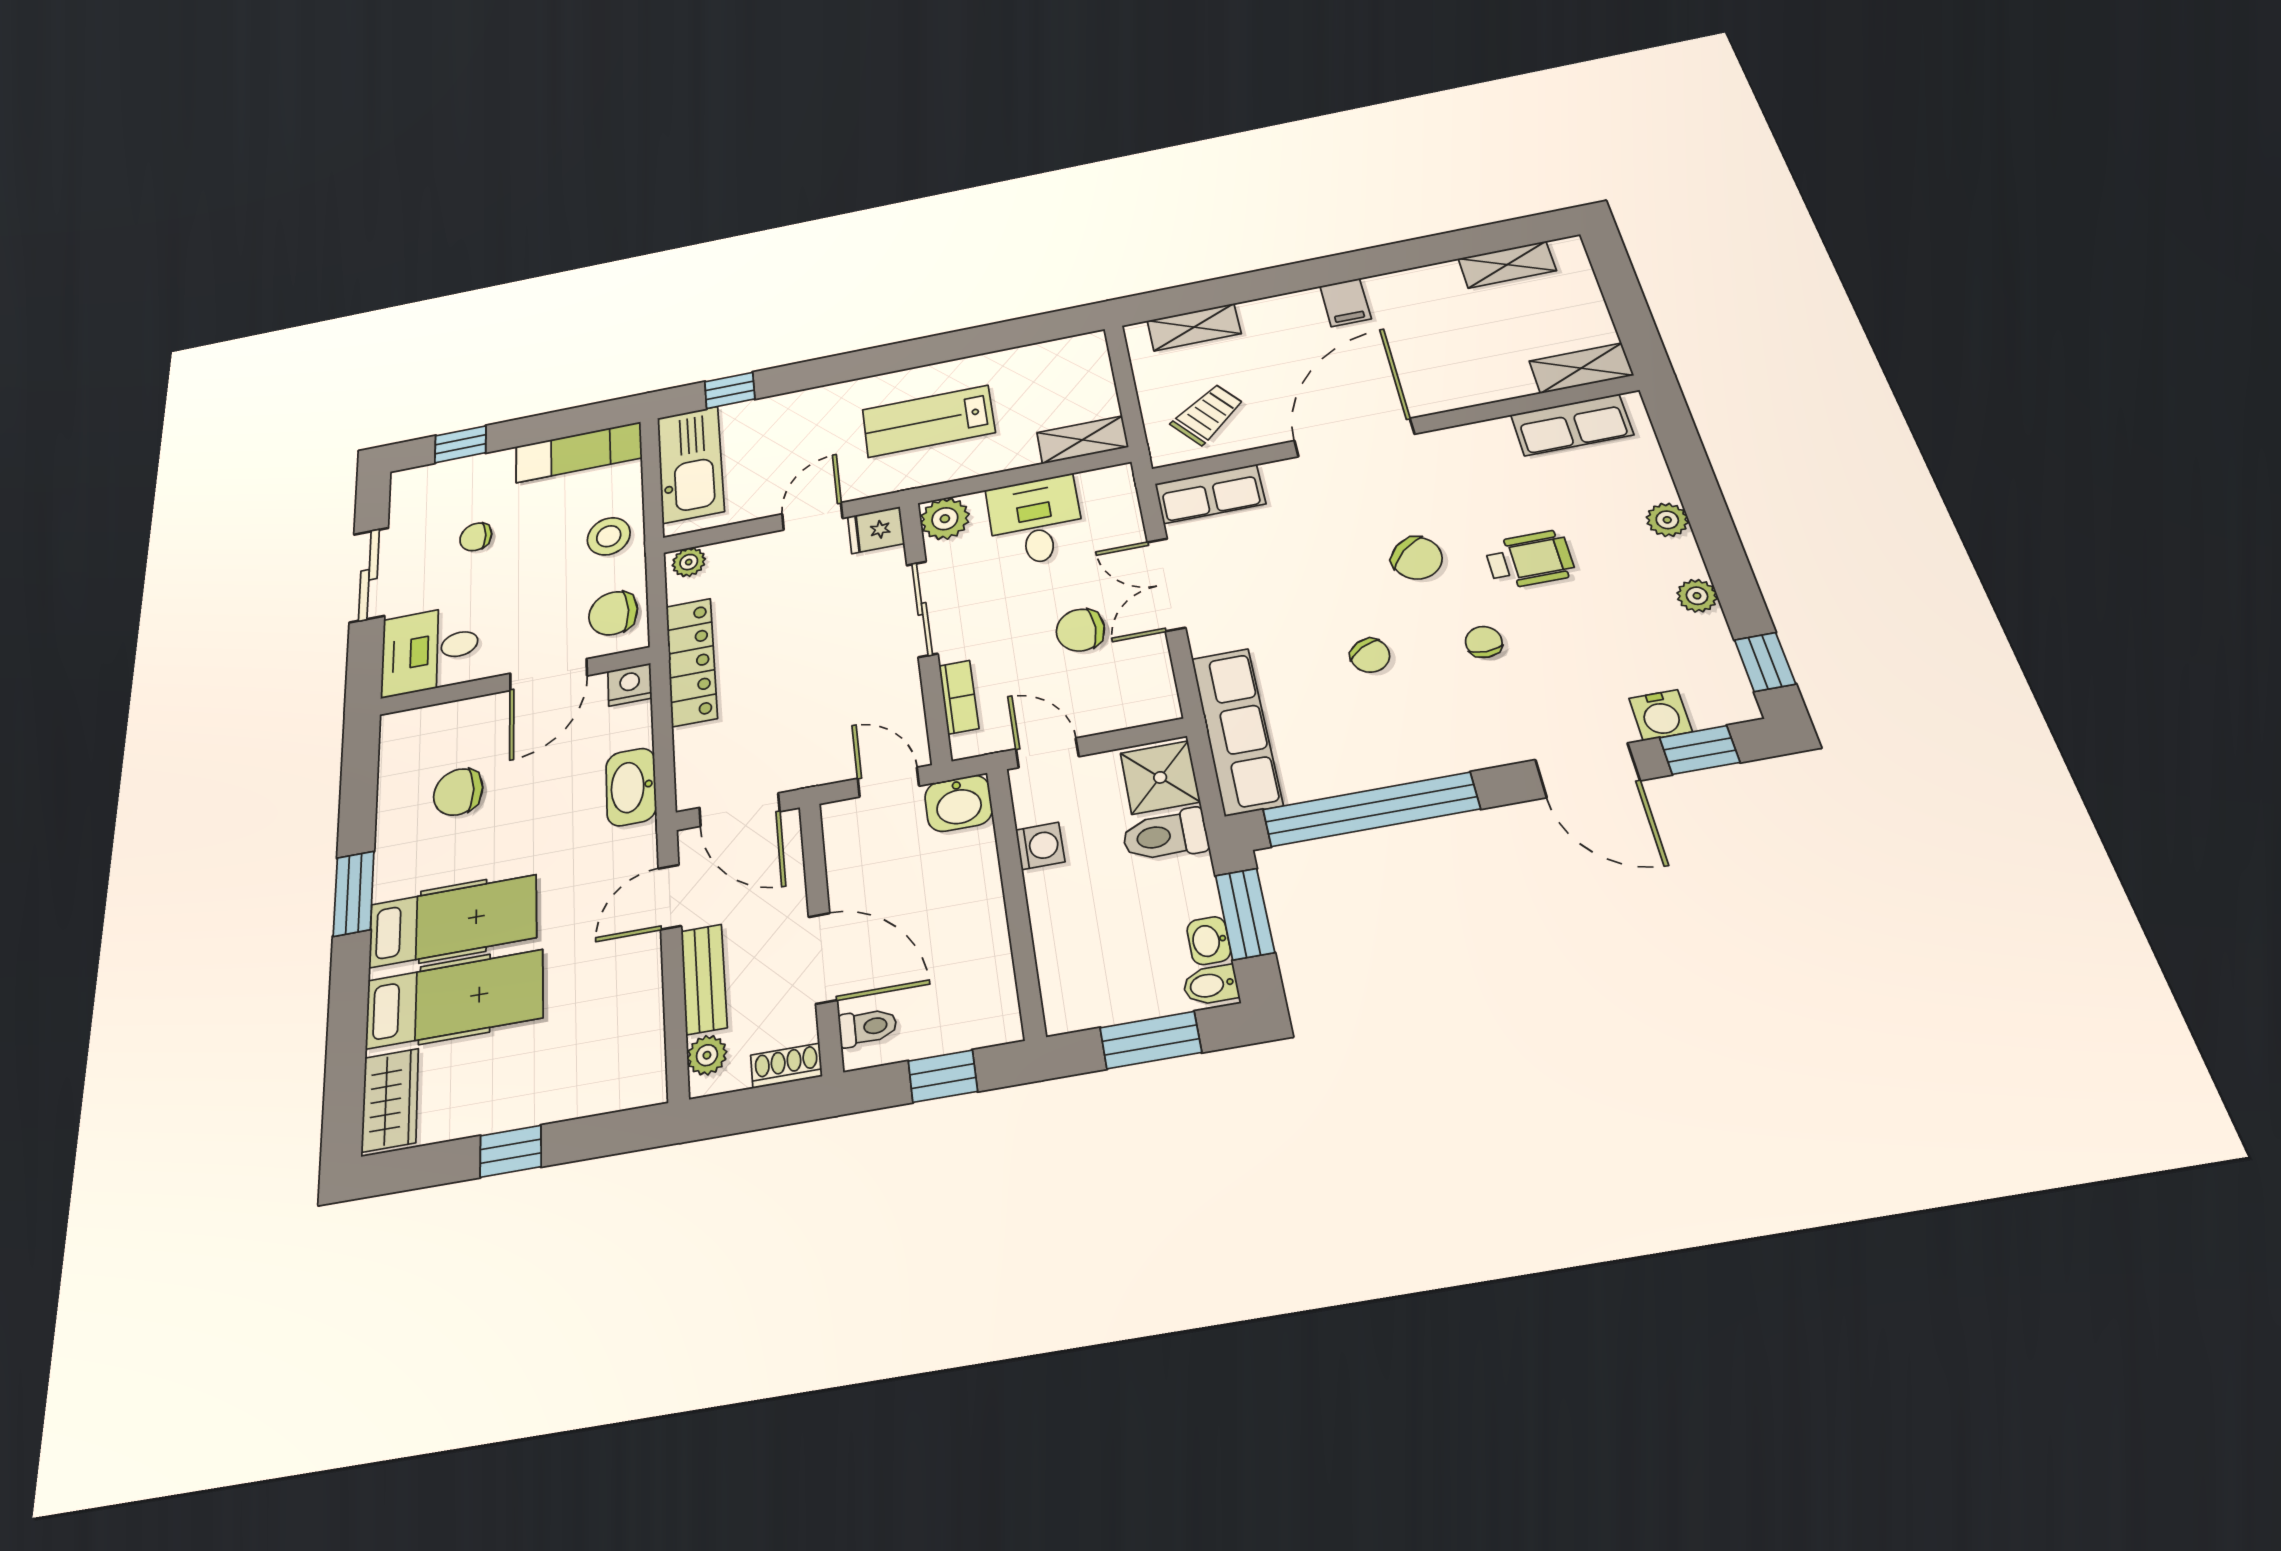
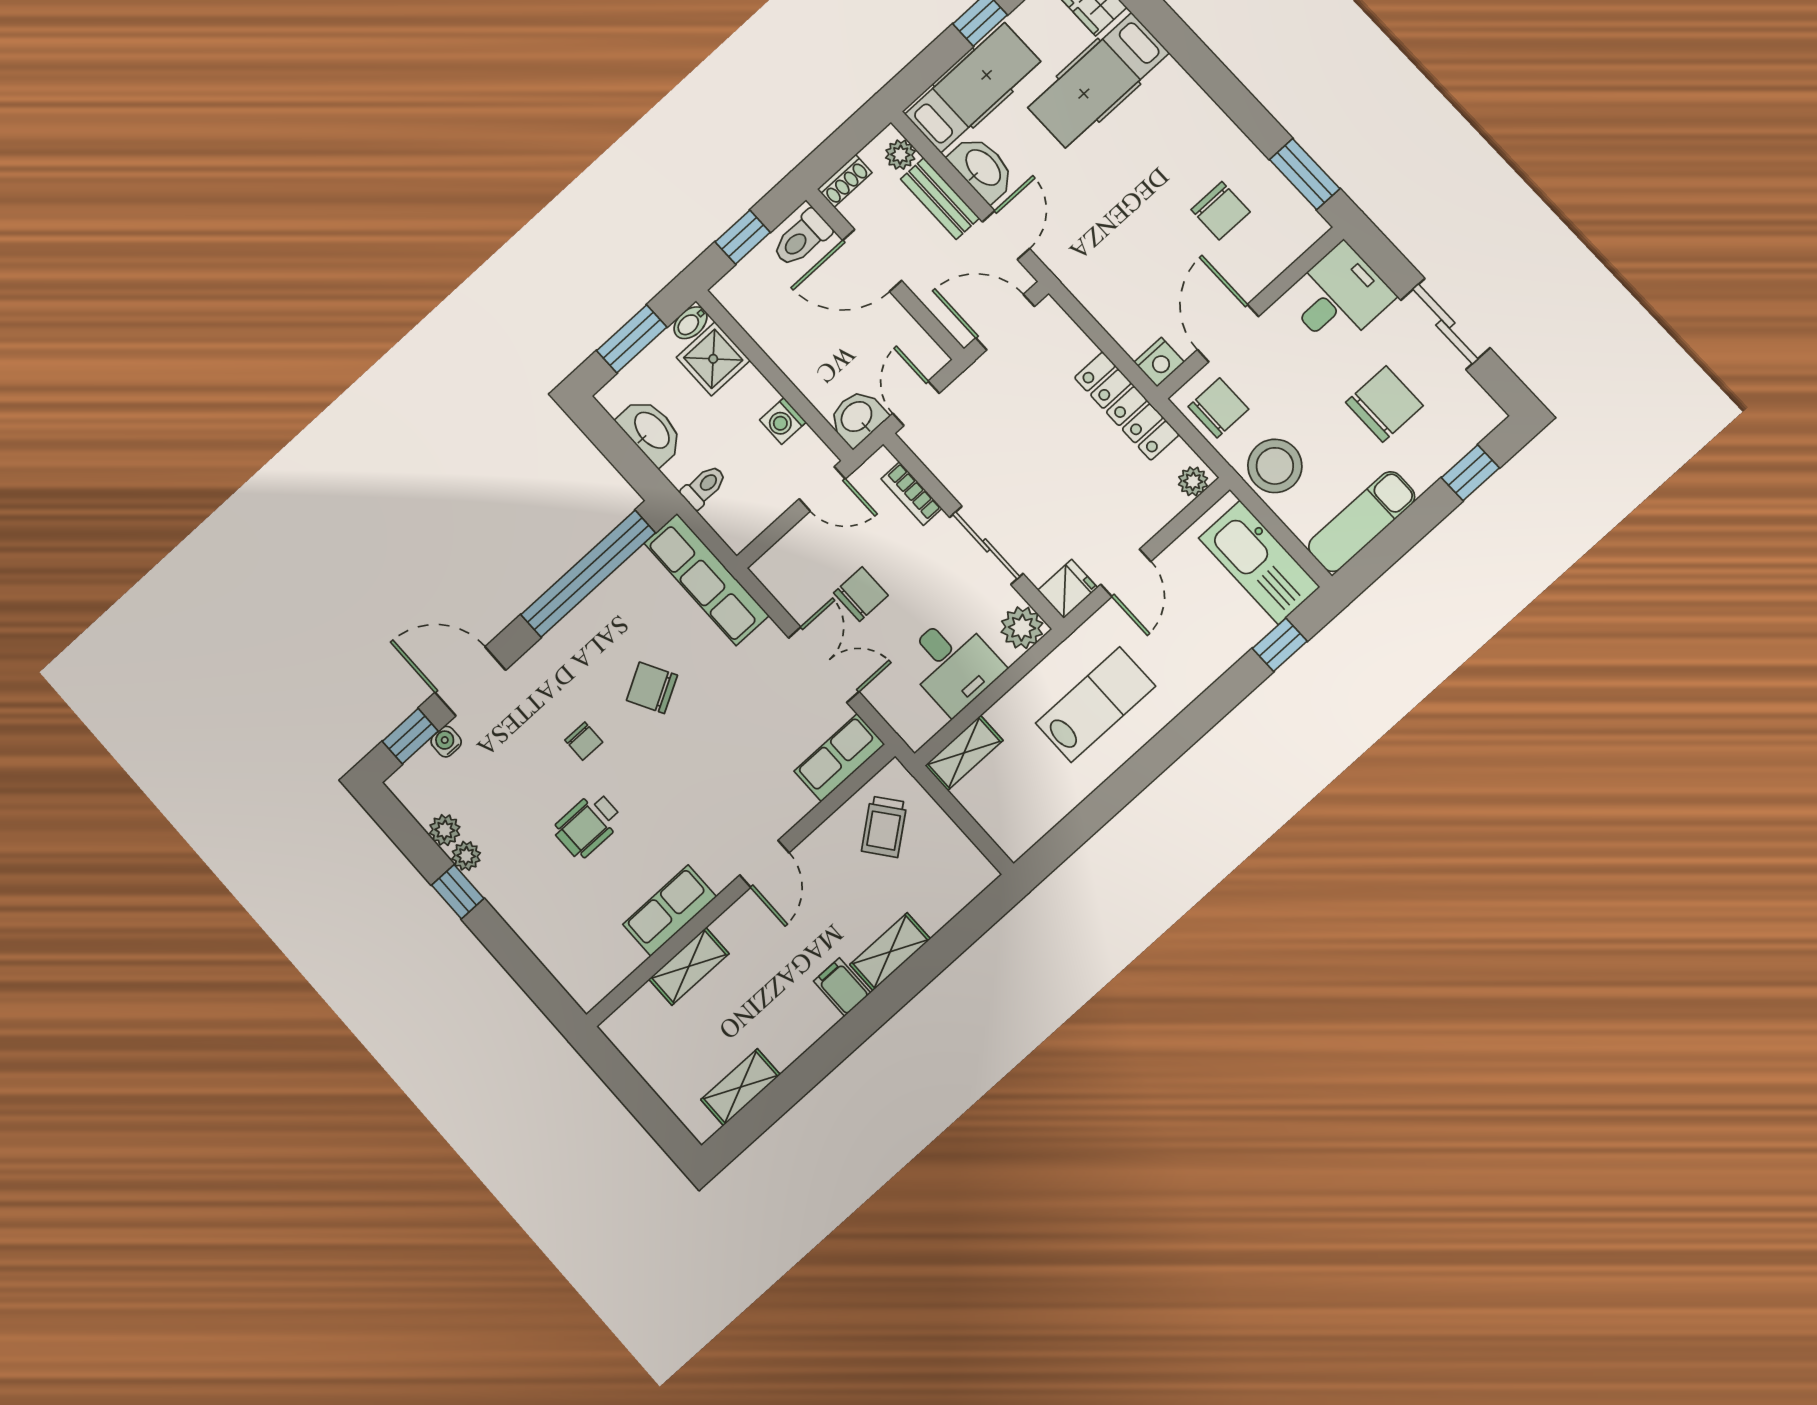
shelving: (1194, 327) -> (890, 952), moved
shelving: (1581, 368) -> (689, 966), moved
row of seats: (1572, 425) -> (670, 911), moved
door: (1354, 437) -> (764, 864), width x0.53
plant: (1667, 520) -> (445, 830), moved
stool: (609, 536) -> (1275, 466), width x1.38, depth x1.38
chair: (476, 537) -> (1384, 404), width x1.87, depth x1.87
chair: (1417, 558) -> (664, 784), removed
chair: (1370, 655) -> (652, 688), width x1.37, depth x1.37
window: (1765, 662) -> (458, 892), moved
water cooler: (1660, 715) -> (446, 742), width x0.72, depth x0.72
shower: (1160, 777) -> (713, 359), moved
door: (888, 782) -> (916, 403), swing flipped
washbasin: (631, 787) -> (982, 168), moved
chair: (458, 792) -> (1221, 211), turned 90
toilet: (1165, 835) -> (704, 487), width x0.73, depth x0.72
window: (354, 894) -> (1305, 174), moved
window: (1245, 914) -> (624, 455), removed
hospital bed: (453, 921) -> (973, 88), moved, turned 180
washbasin: (1209, 941) -> (651, 431), width x1.91, depth x1.45
bidet: (1211, 985) -> (690, 323), moved, turned 180
toilet: (868, 1027) -> (802, 238), width x1.37, depth x1.39

